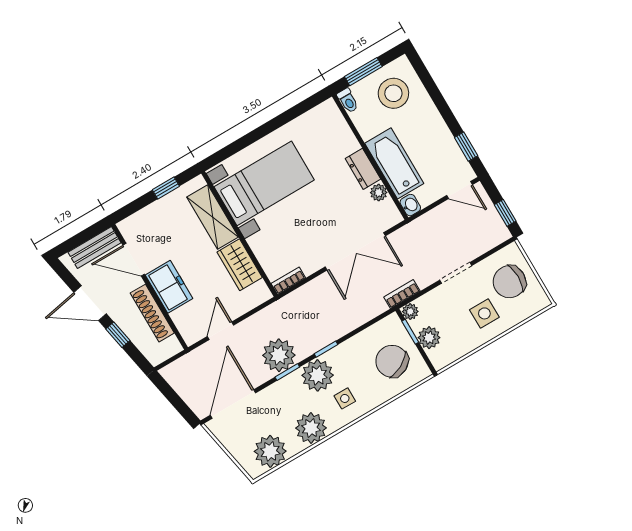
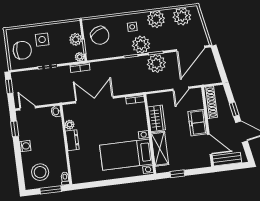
washing machine: (437, 126) -> (25, 146), added
bathtub: (394, 163) -> (55, 136), removed
shoe rack: (152, 313) -> (210, 102), moved

